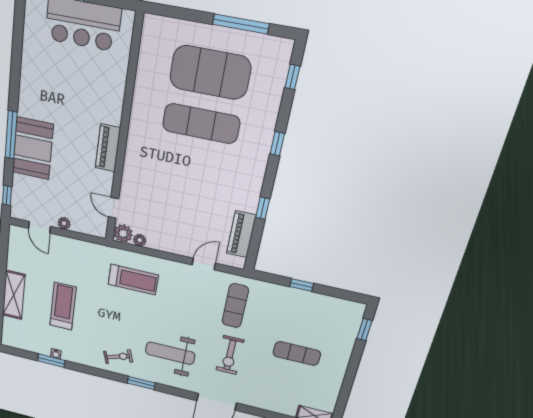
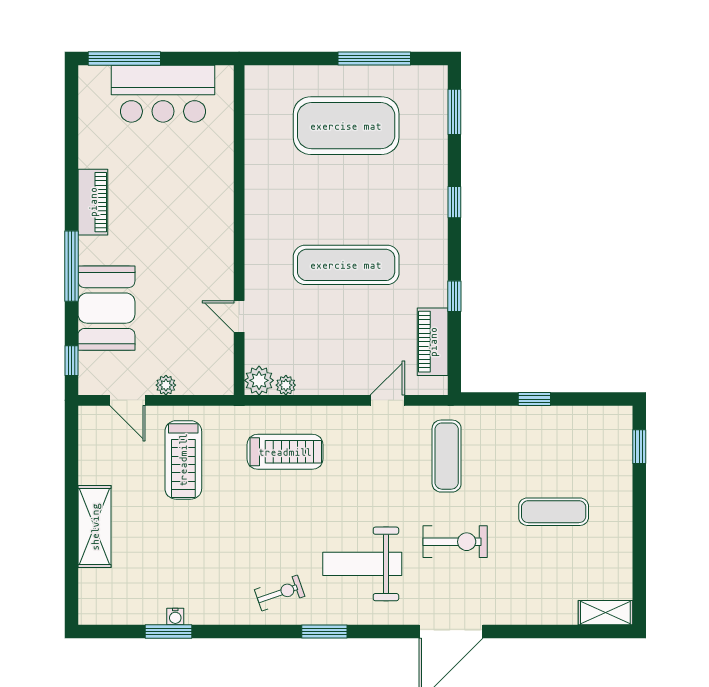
window: (292, 77) -> (454, 112), width x1.50
exercise mat: (201, 124) -> (346, 265), moved
booth: (33, 148) -> (106, 308), moved
piano: (108, 148) -> (93, 202), moved, turned 180
door: (114, 208) -> (239, 316), moved
treadmill: (63, 306) -> (183, 460), moved, turned 180
exercise bike: (230, 355) -> (455, 542), turned -90

